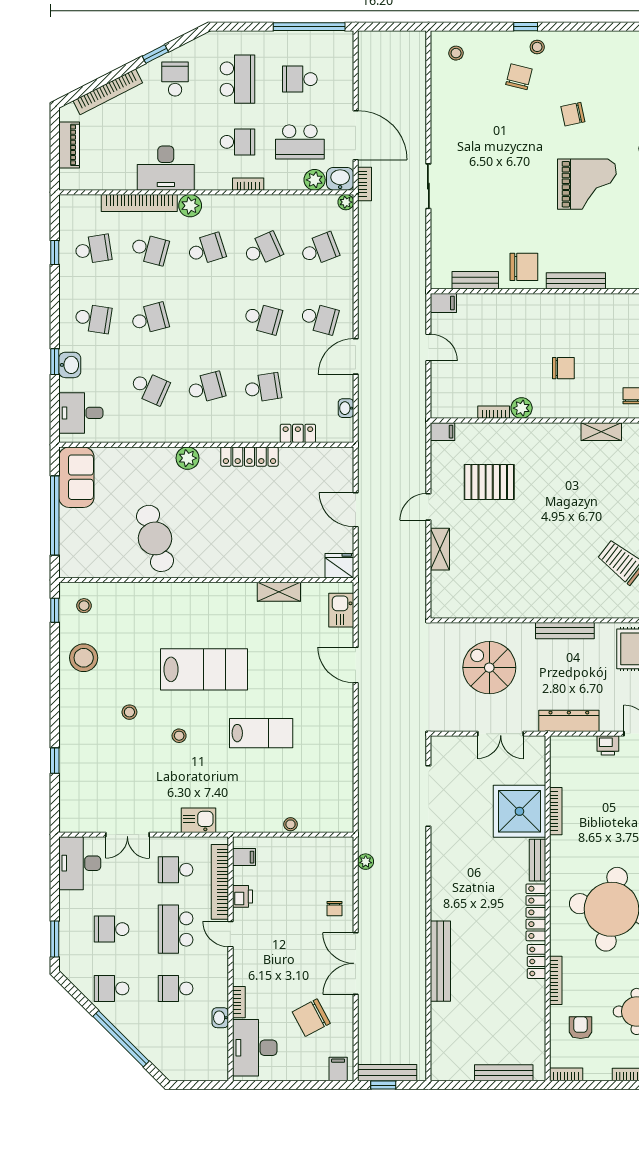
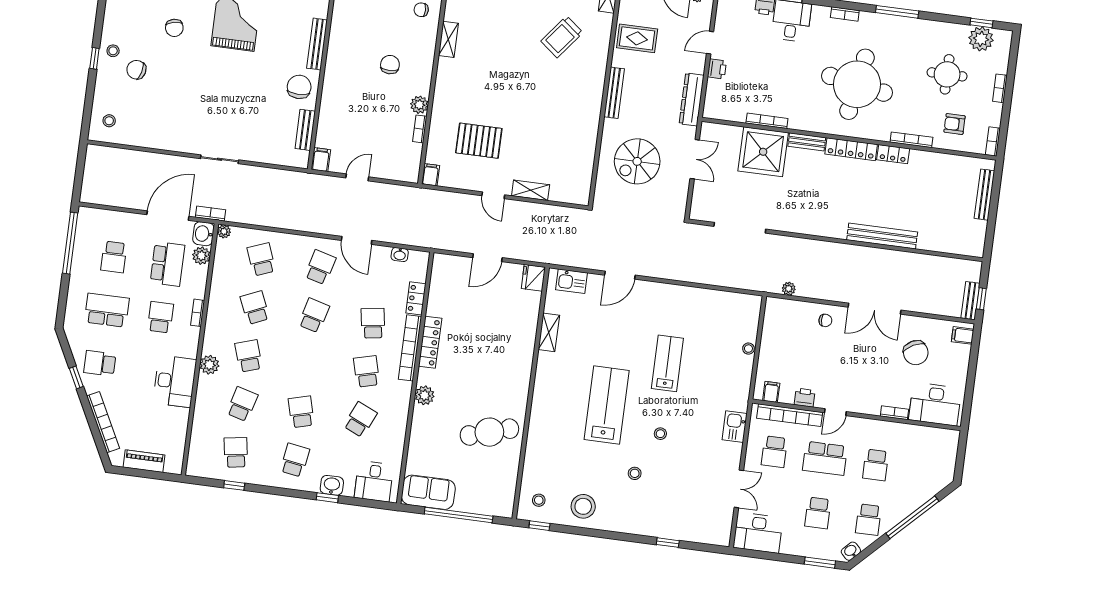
bookcase: (139, 203) -> (410, 348), moved, turned 180
pallet: (489, 482) -> (479, 141), turned 90
washbasin: (220, 1018) -> (851, 551), moved, turned 135
bench: (387, 1073) -> (970, 301), width x0.73

